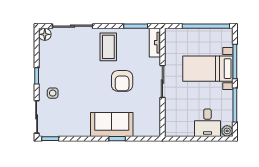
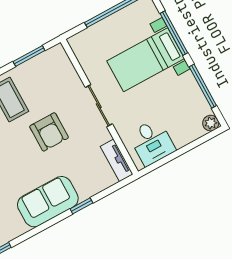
tv unit: (155, 43) -> (117, 160), moved
desk: (207, 123) -> (152, 142), moved
sofa: (112, 124) -> (48, 202), moved

